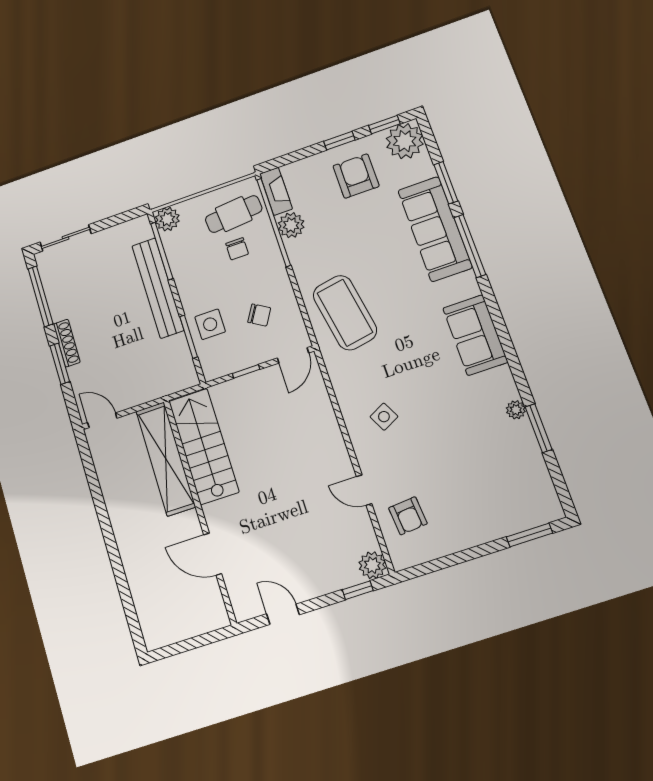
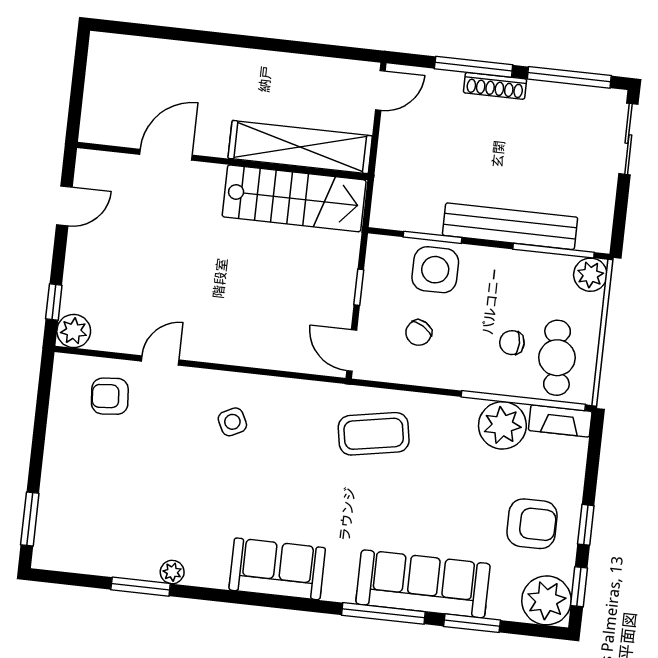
plant: (291, 225) -> (502, 425), width x1.36, depth x1.36
coffee table: (345, 313) -> (374, 434), width x0.73, depth x0.76
side table: (210, 324) -> (435, 270), width x1.37, depth x1.37
window: (60, 364) -> (474, 67), width x1.44

